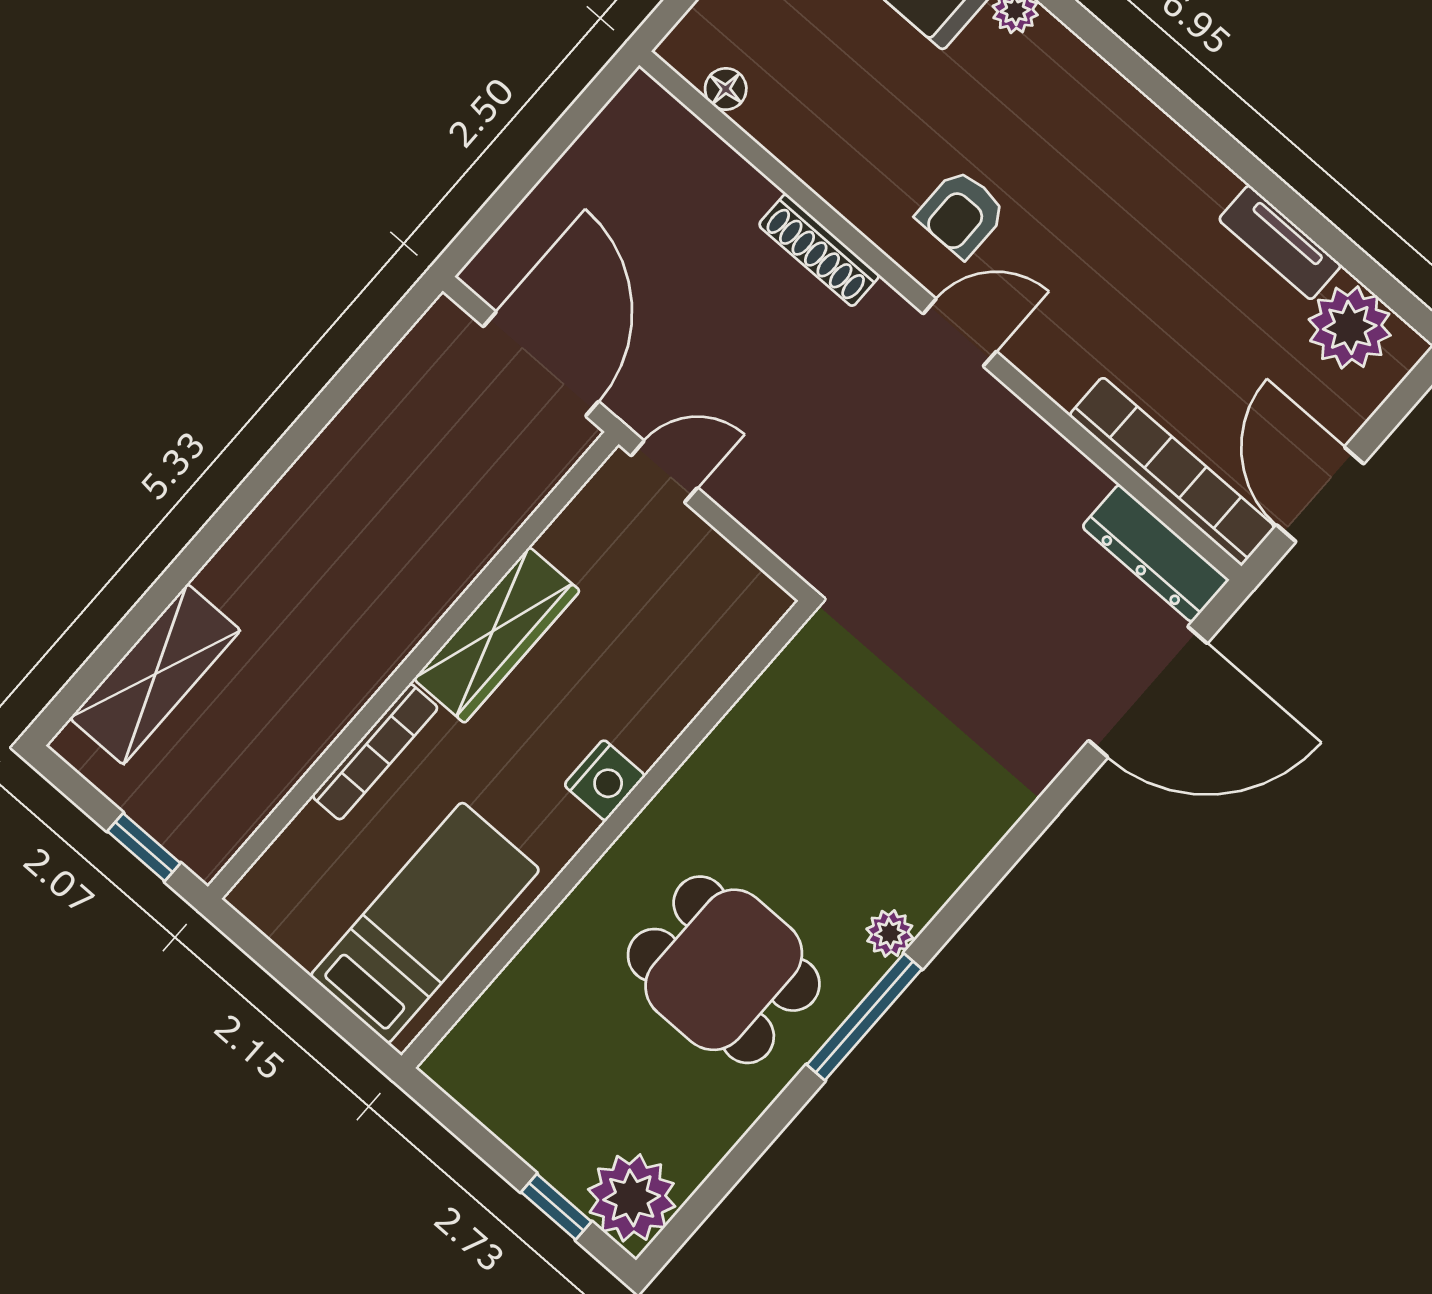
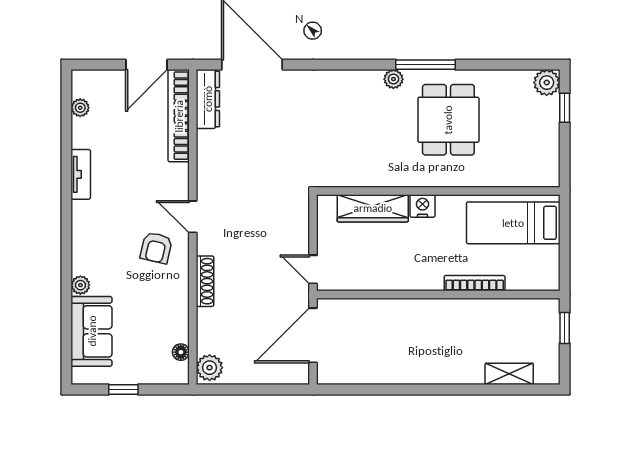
plant: (650, 117) -> (210, 368), added
armchair: (961, 213) -> (156, 248), turned 103
tv unit: (1280, 242) -> (81, 174), moved
plant: (1350, 327) -> (80, 108), width x0.53, depth x0.53
wardrobe: (497, 635) -> (373, 208), moved, turned 180
shelving: (155, 674) -> (509, 374), width x0.67, depth x0.75
plant: (632, 1198) -> (547, 83), width x0.73, depth x0.73

